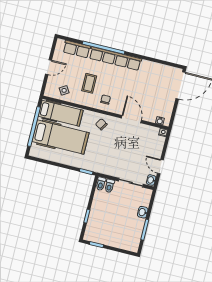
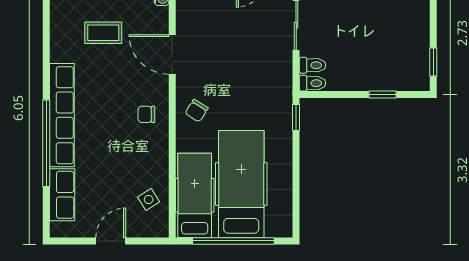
door: (49, 67) -> (111, 241), hinge flipped
coffee table: (89, 83) -> (103, 33), moved
door: (131, 119) -> (172, 54), hinge flipped

